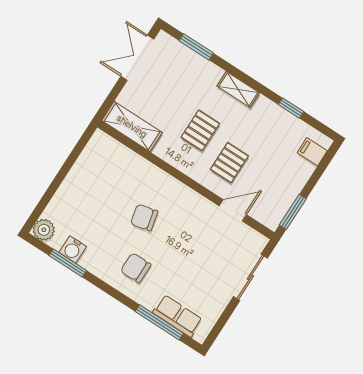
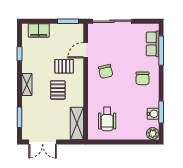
pallet: (200, 130) -> (58, 90), turned 90
filing cabinet: (312, 152) -> (39, 30), width x2.00
wheelchair: (109, 176) -> (107, 119), added
door: (233, 210) -> (86, 50), hinge flipped
chair: (144, 217) -> (106, 71), moved
sliding door: (250, 277) -> (112, 21), width x1.37

